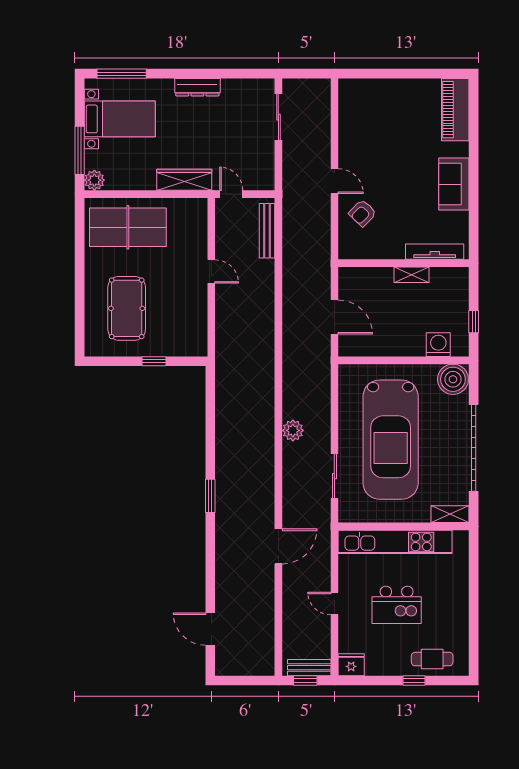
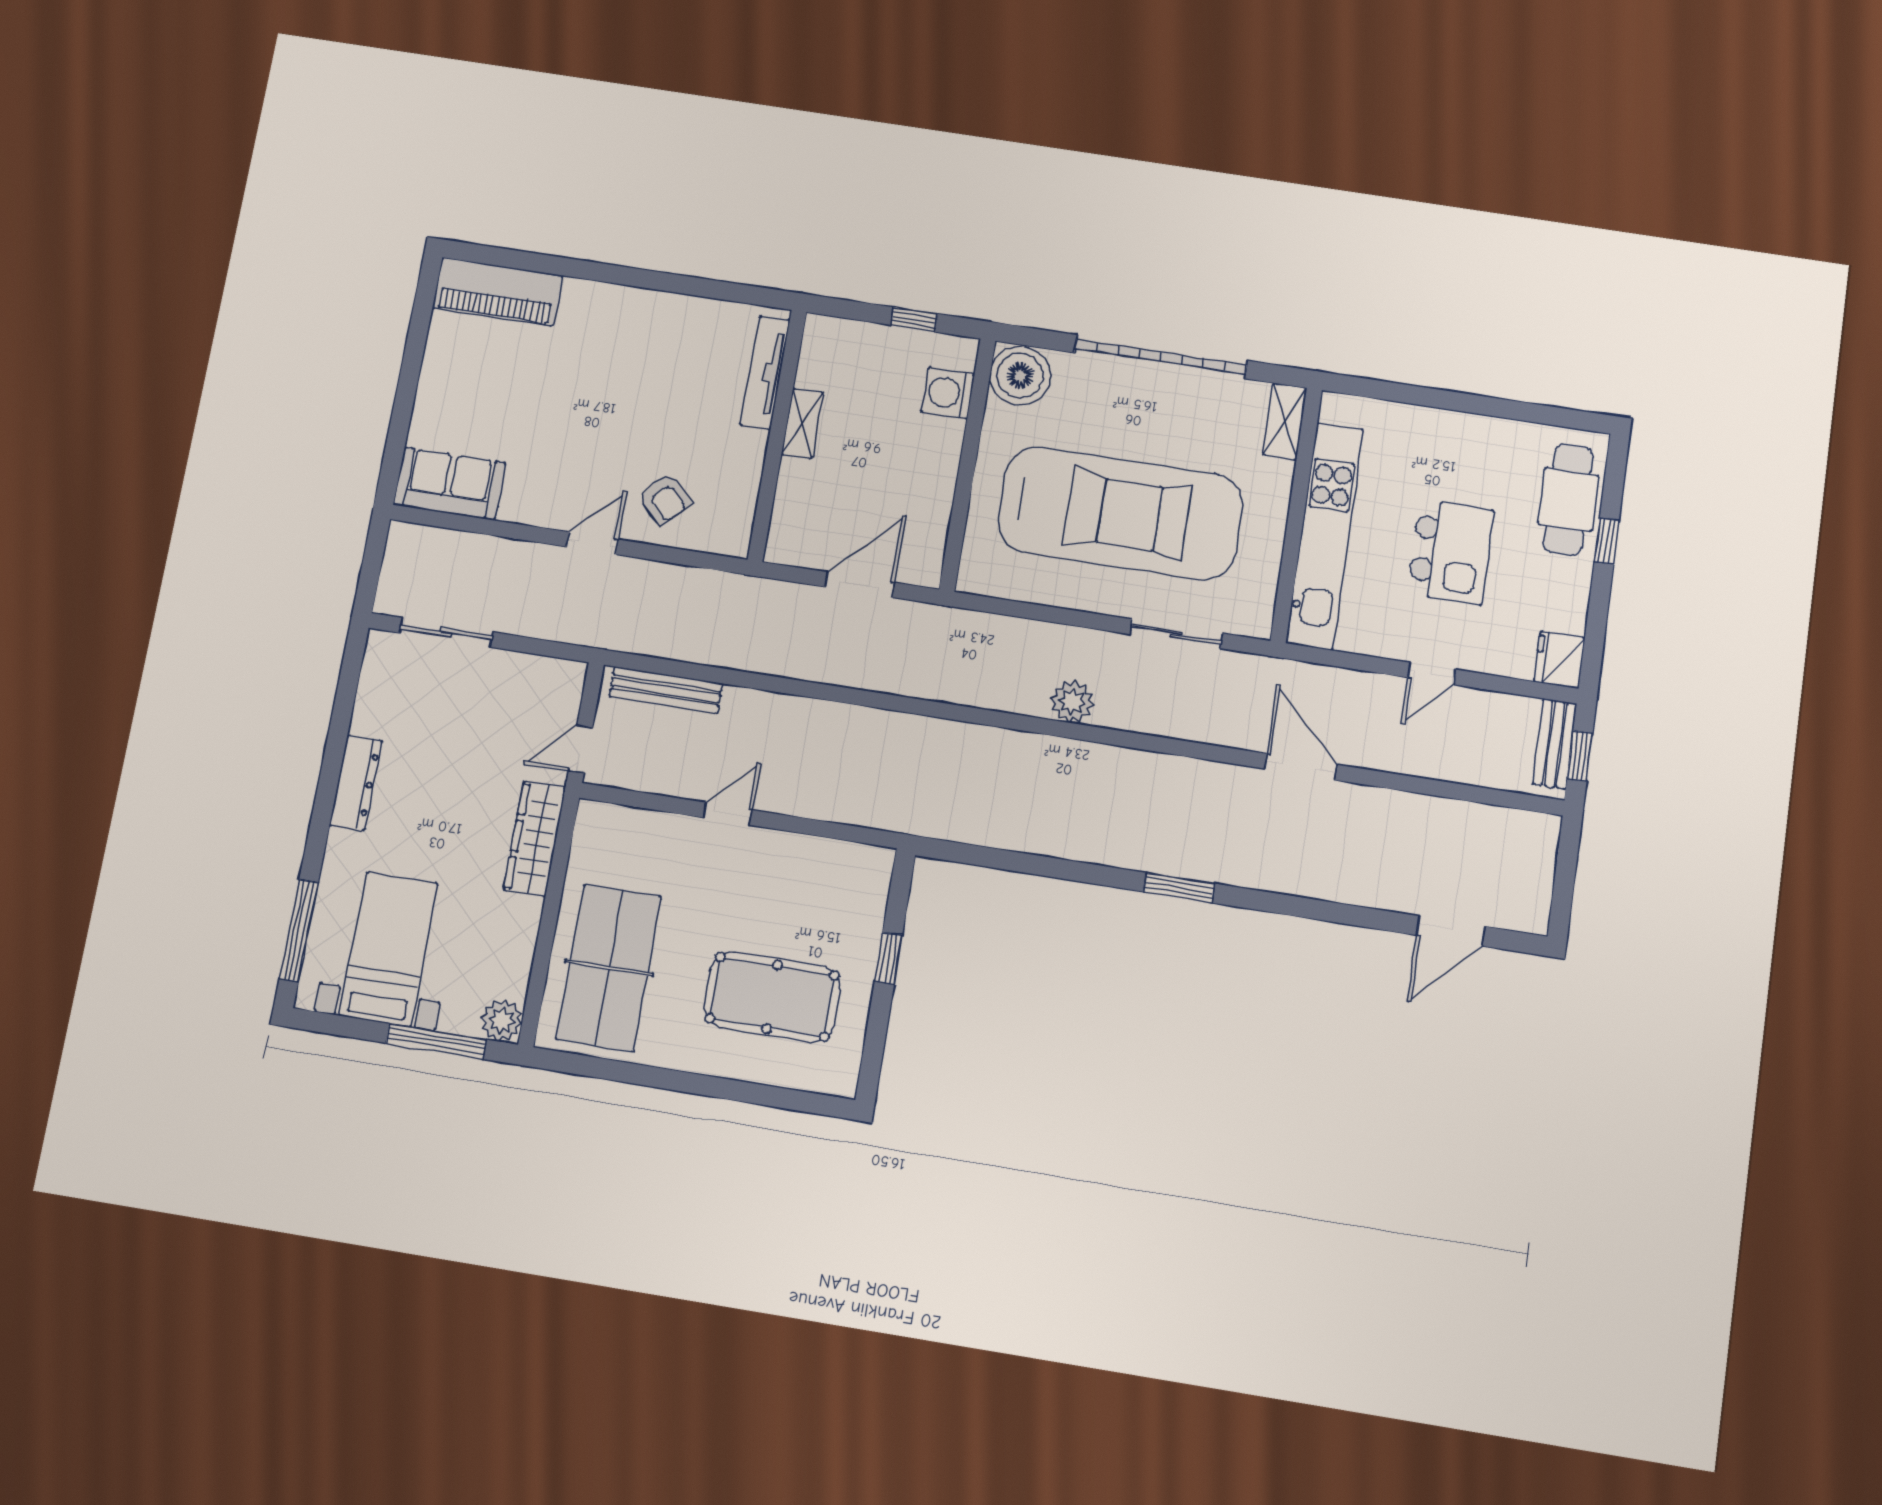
sofa: (454, 184) -> (449, 484), moved, turned 180
cafe table: (432, 659) -> (1568, 500), width x1.37, depth x1.35

